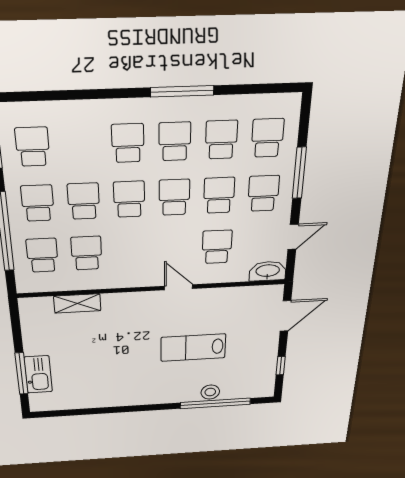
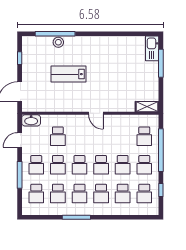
school desk: (87, 253) -> (123, 193), moved
door: (178, 287) -> (96, 113), moved
shelving: (77, 303) -> (147, 107), moved
lab bench: (193, 348) -> (69, 74), turned 180
kitchen sink: (38, 374) -> (152, 48), moved

